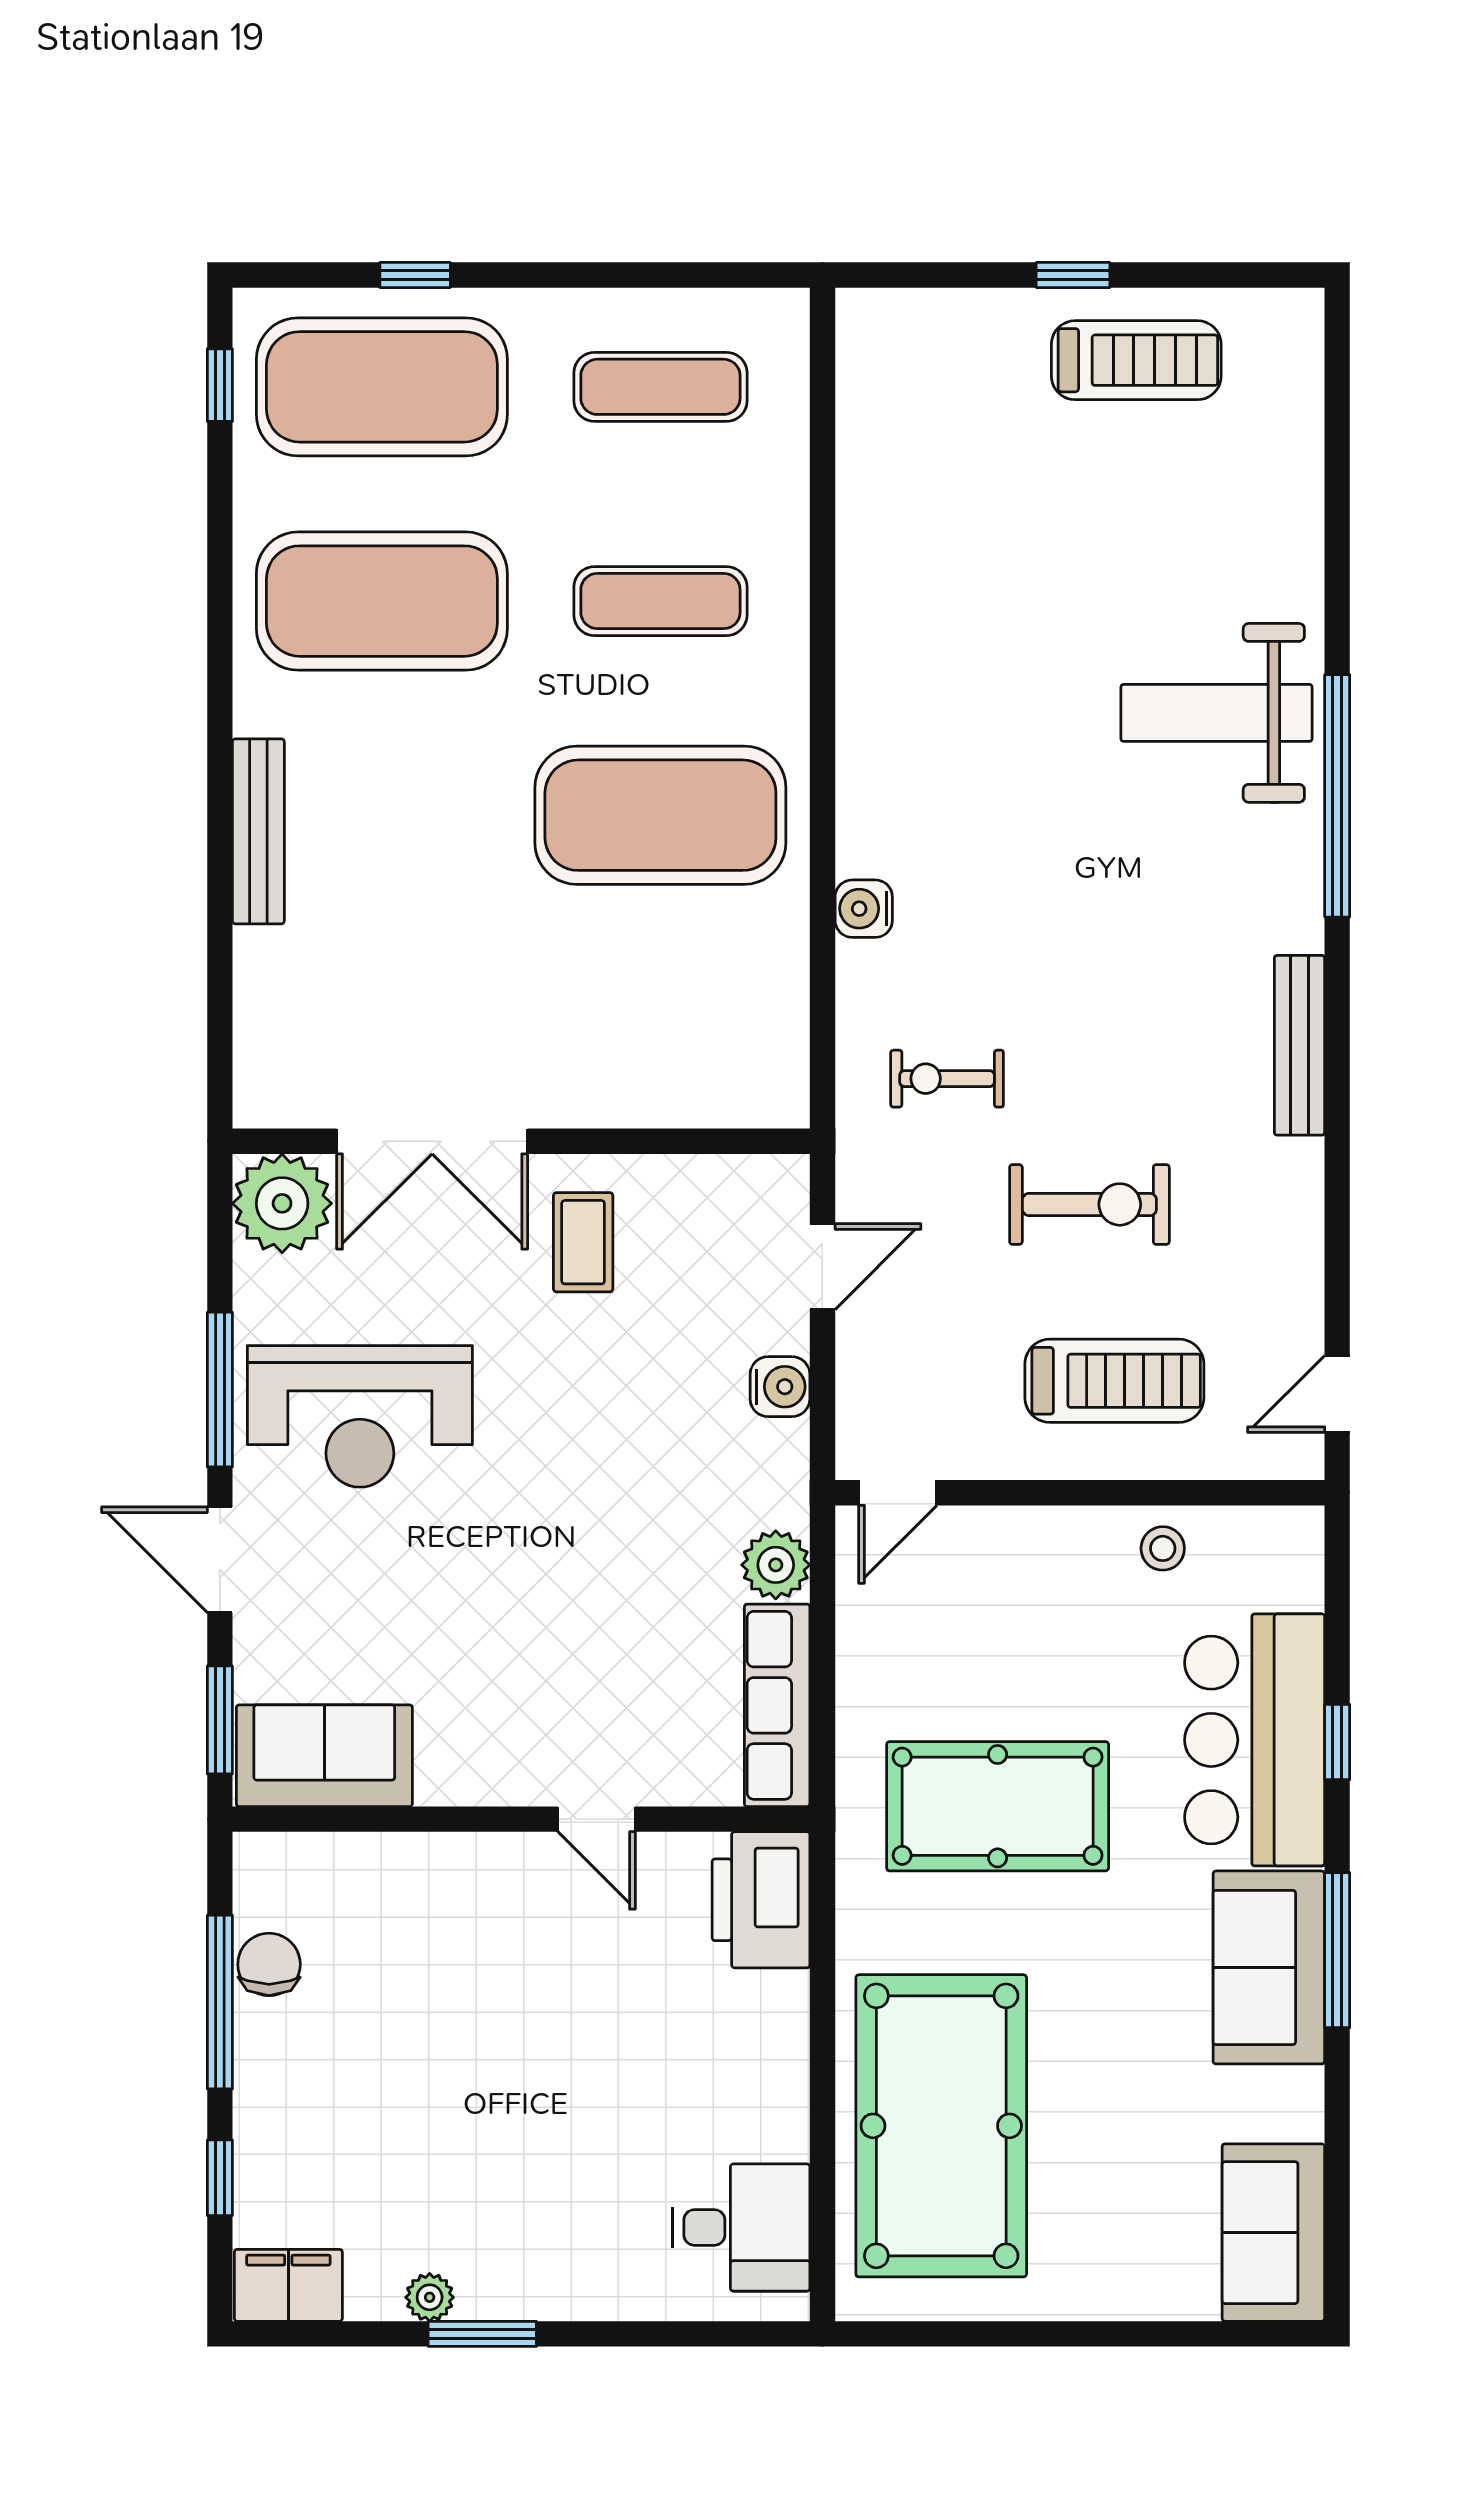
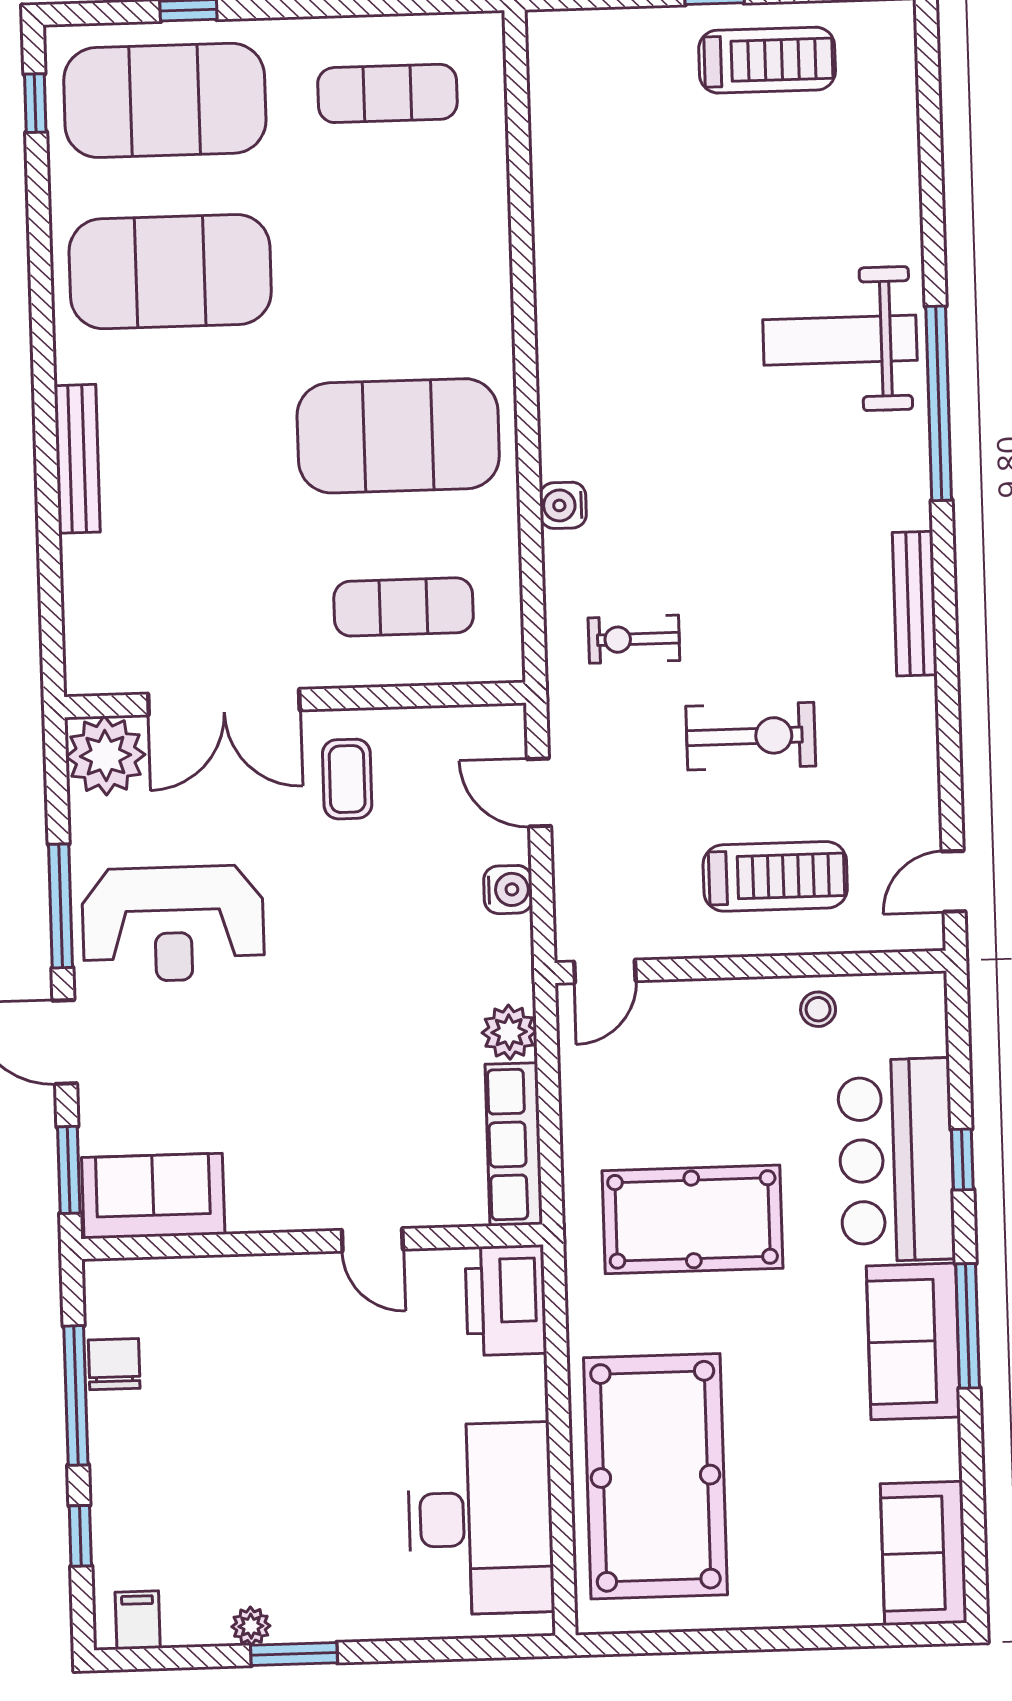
exercise mat: (660, 601) -> (404, 607), moved
door: (822, 1267) -> (539, 793), swing flipped
desk: (741, 2227) -> (481, 1519), width x1.87, depth x1.30
filing cabinet: (288, 2285) -> (138, 1620), width x0.50

